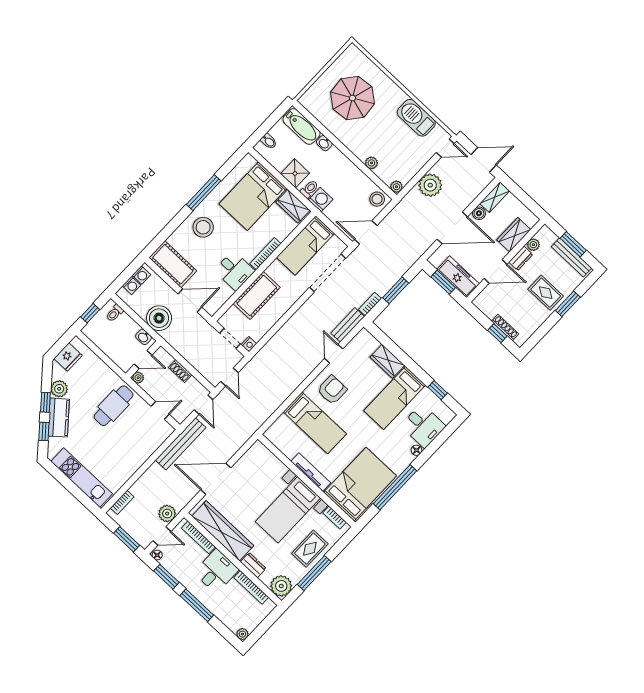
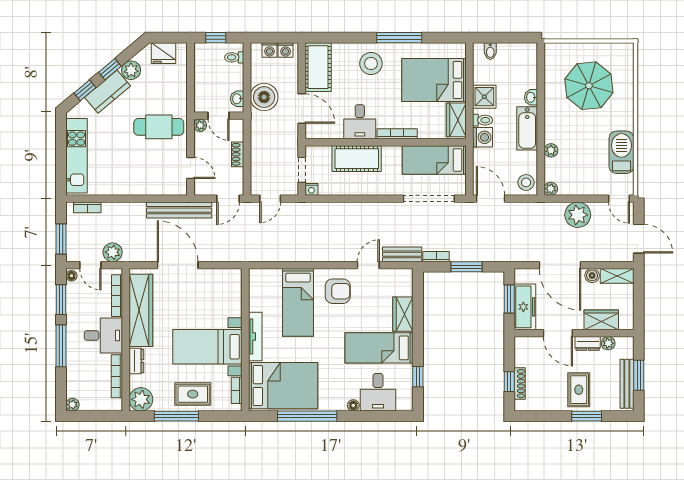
bathtub: (302, 126) -> (527, 128), moved

